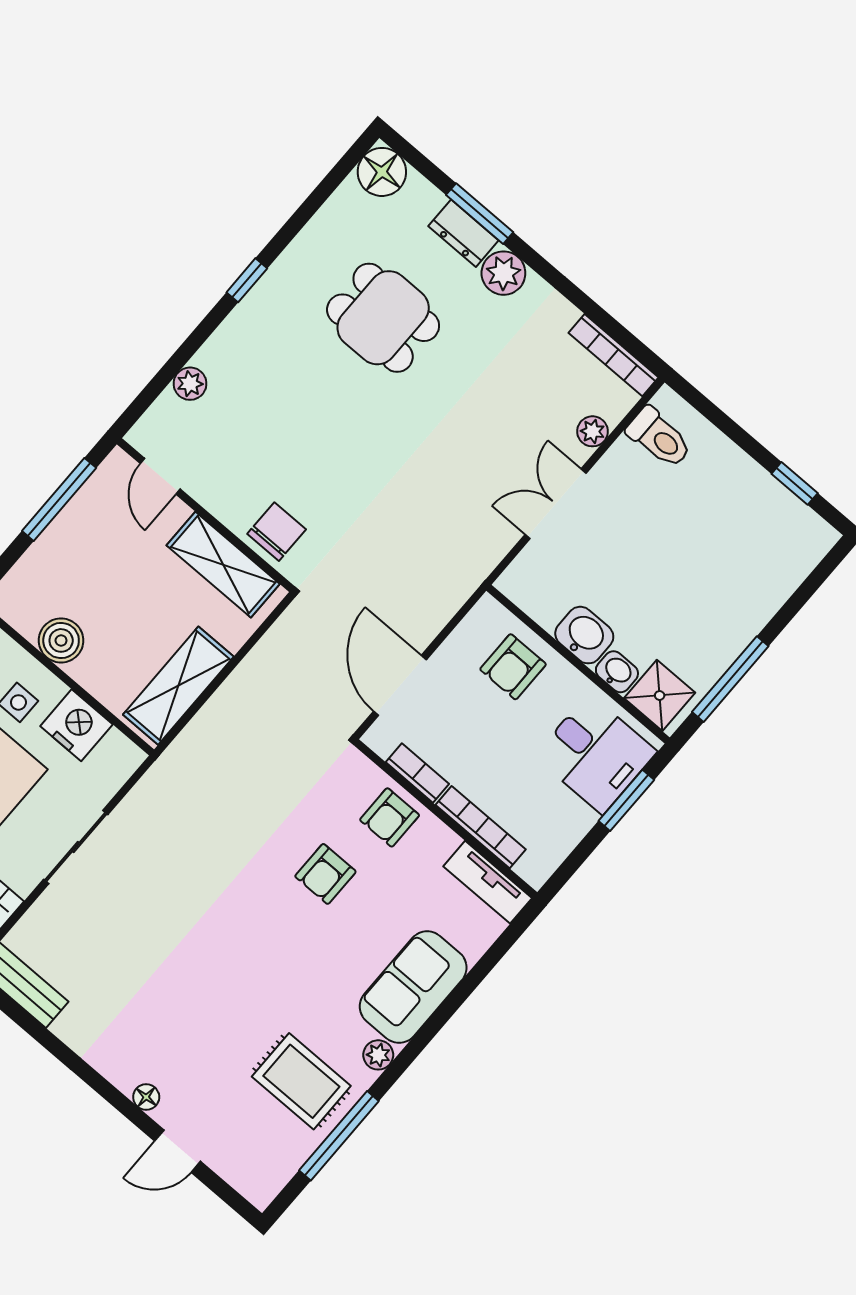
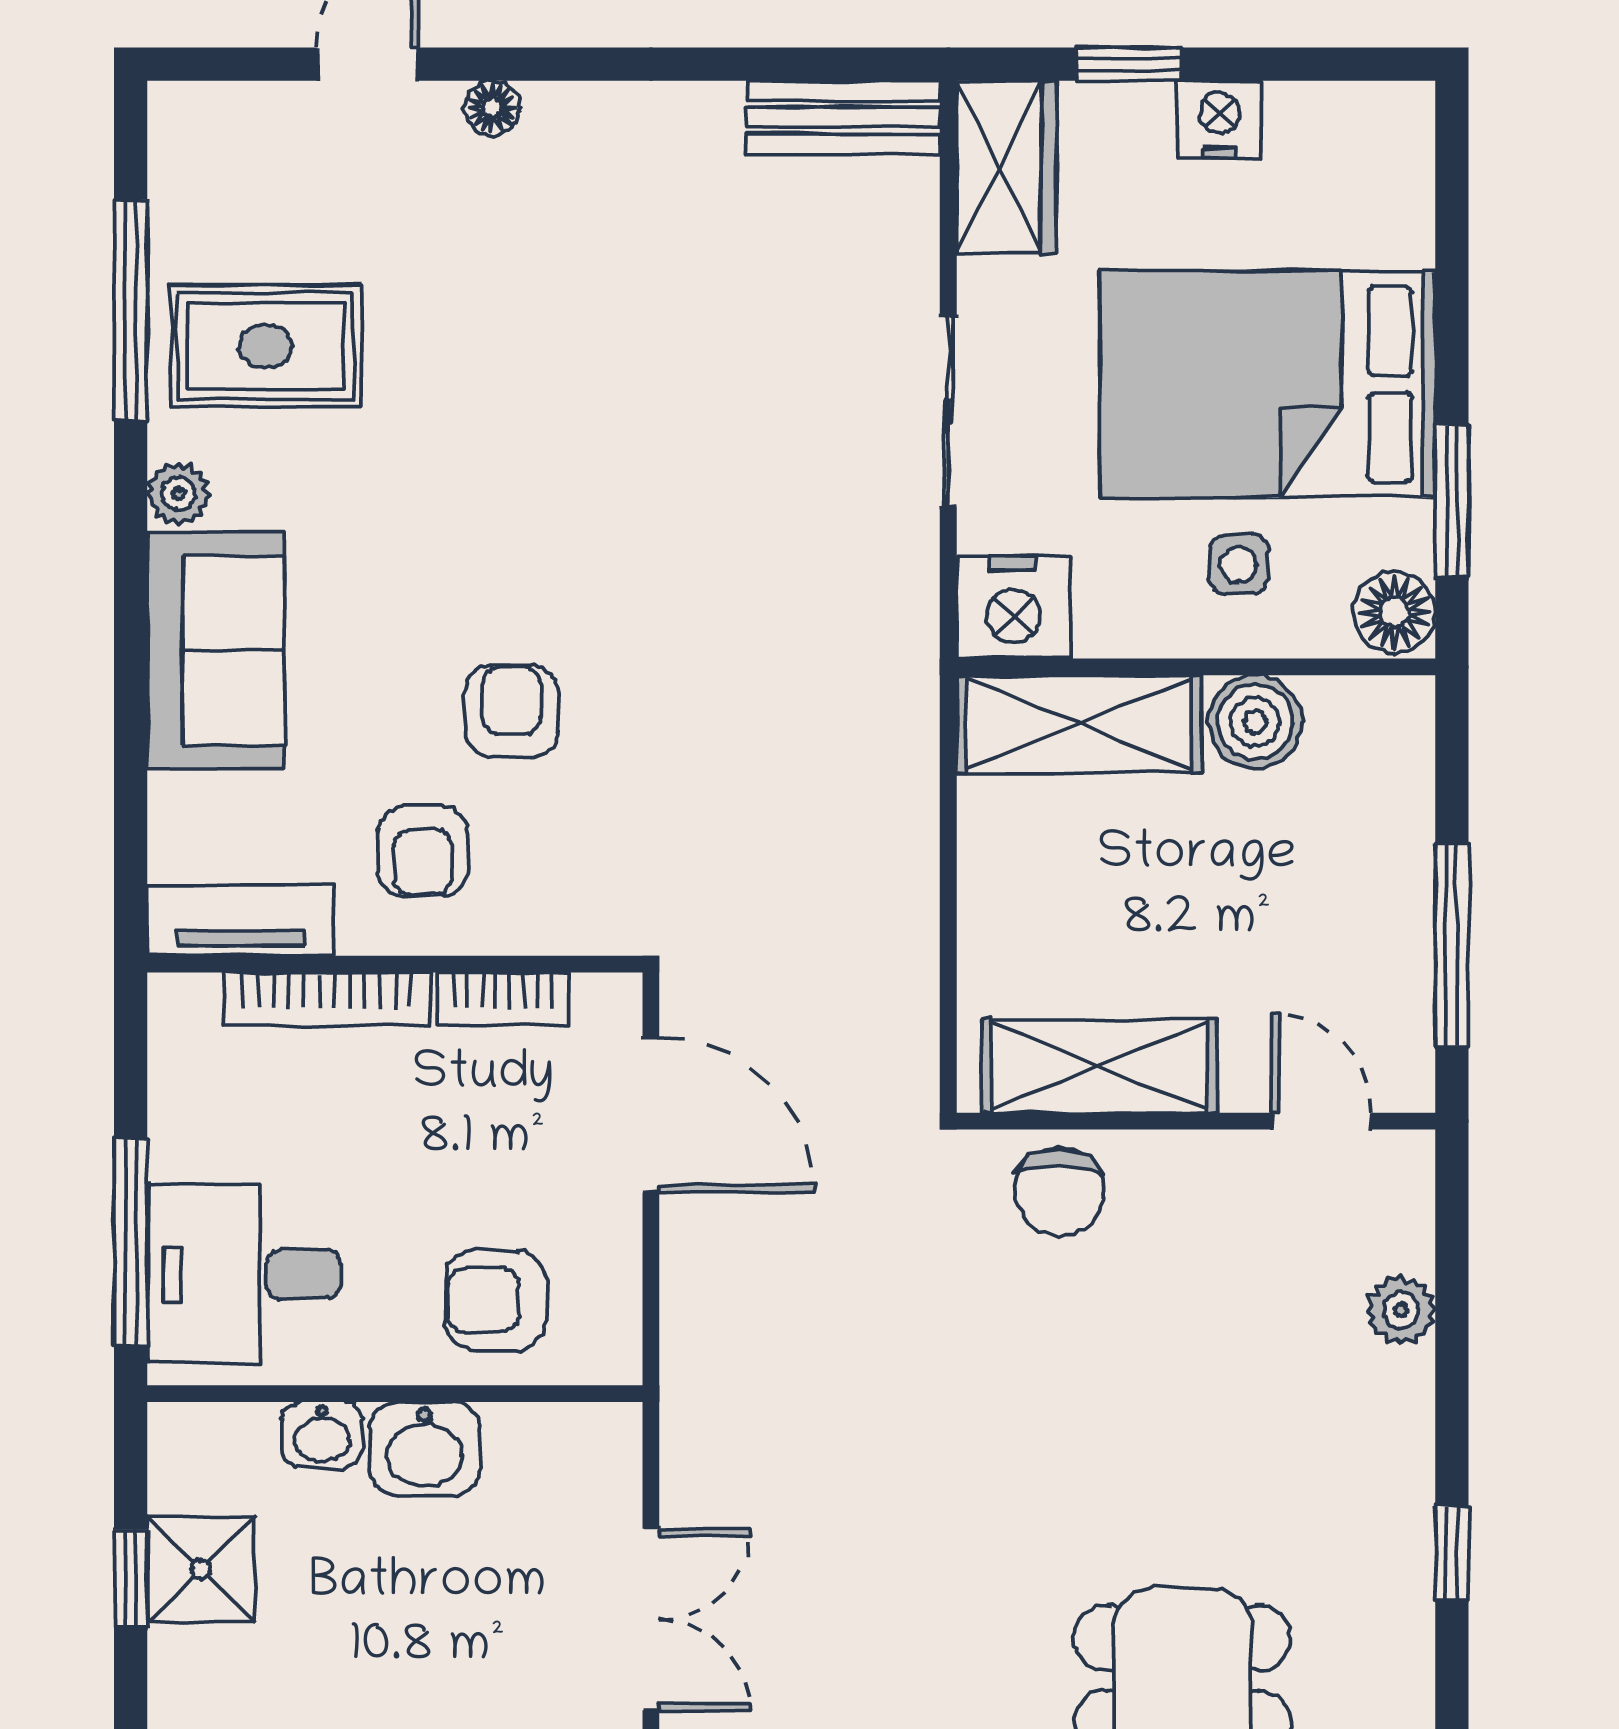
armchair: (513, 667) -> (495, 1300), turned -90
window: (730, 679) -> (131, 1579), width x0.46
shelving: (178, 686) -> (1079, 724), moved, turned 90
shower: (660, 695) -> (201, 1569), moved
nightstand: (76, 725) -> (1014, 607), moved
window: (626, 800) -> (131, 1242), width x1.44
armchair: (390, 817) -> (423, 851), moved, turned 180

